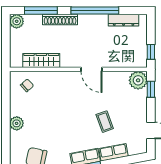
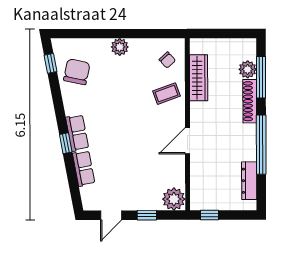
plant: (17, 21) -> (248, 69), moved
window: (151, 89) -> (147, 215), moved
coffee table: (105, 122) -> (166, 94), moved

